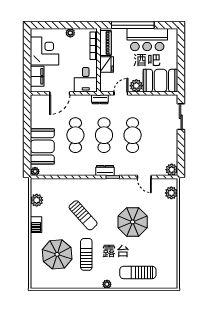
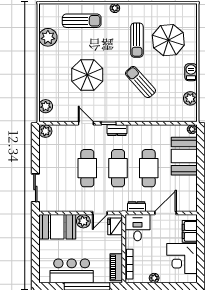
fridge: (107, 64) -> (115, 226), moved
dresser: (100, 99) -> (136, 207), moved
door: (144, 177) -> (86, 123), moved
plant: (169, 257) -> (48, 37), added

